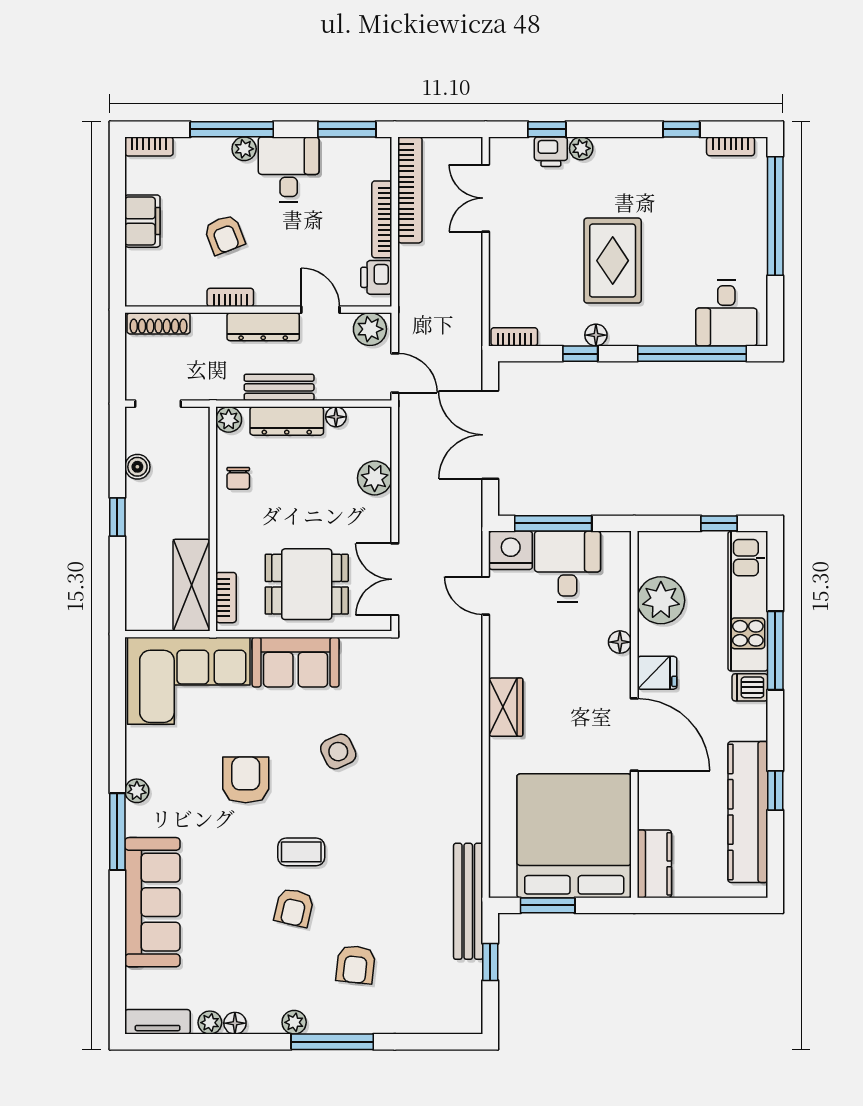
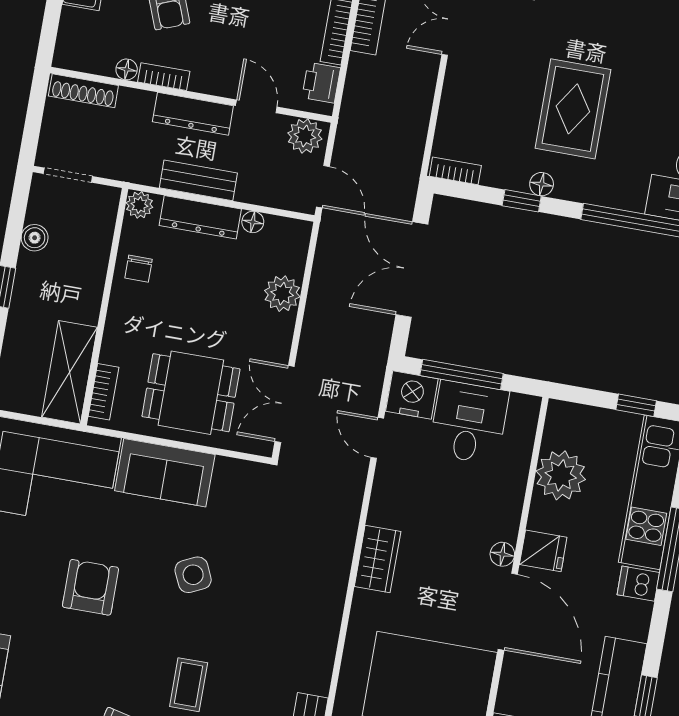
floor lamp: (195, 297) -> (127, 69), added
floor lamp: (620, 642) -> (502, 554), moved
coffee table: (301, 852) -> (189, 685), moved, turned 90

